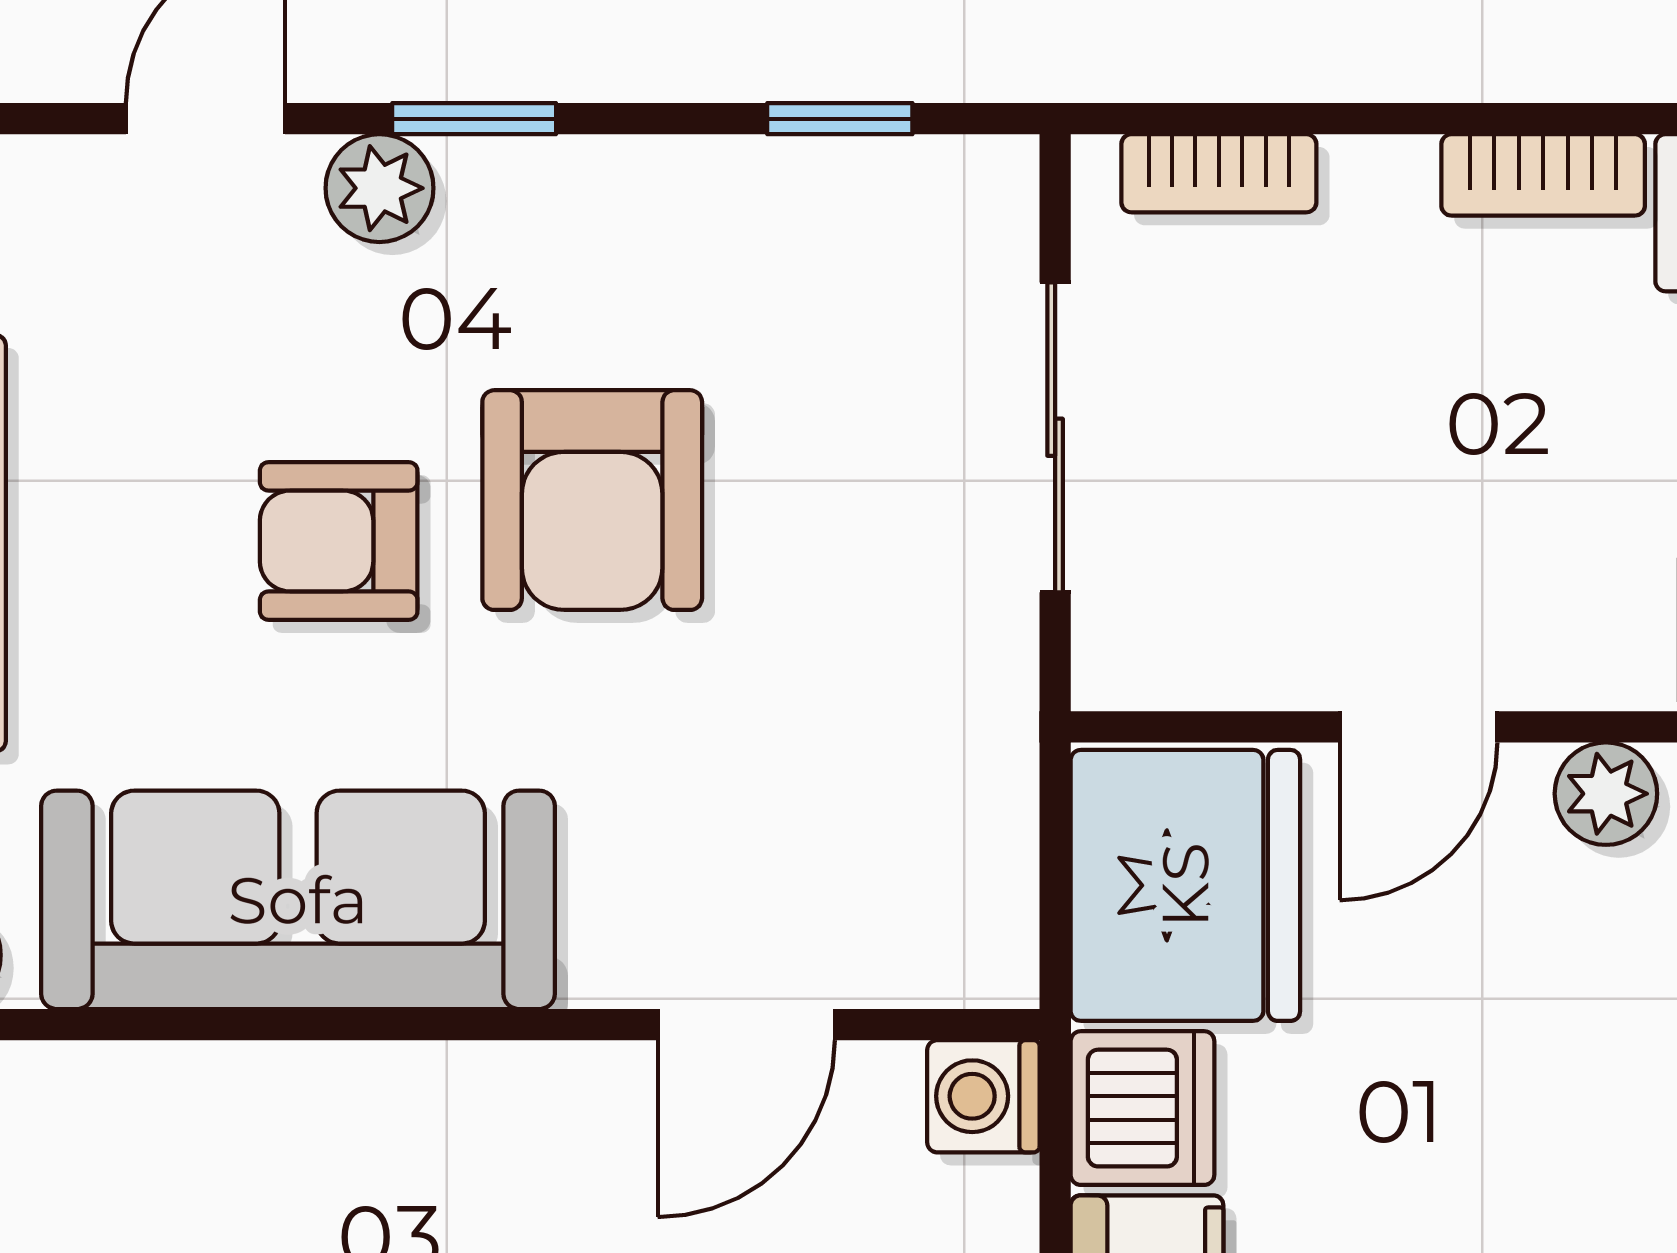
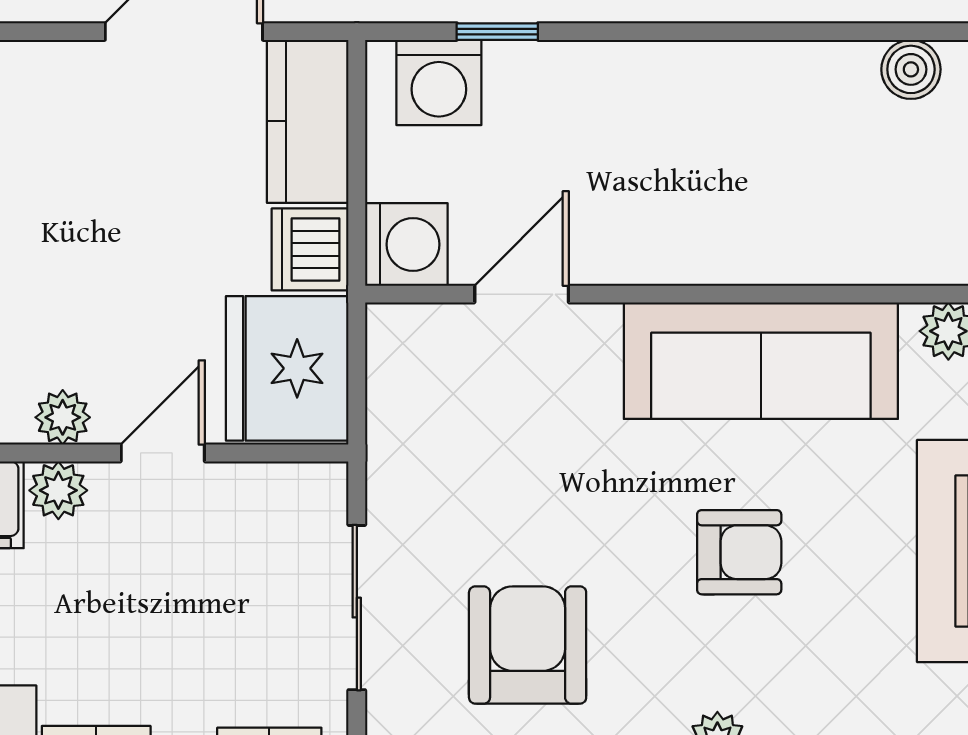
armchair: (592, 500) -> (528, 645), moved
plant: (1614, 657) -> (58, 490), added
washing machine: (983, 1096) -> (406, 244), width x1.38, depth x1.38

